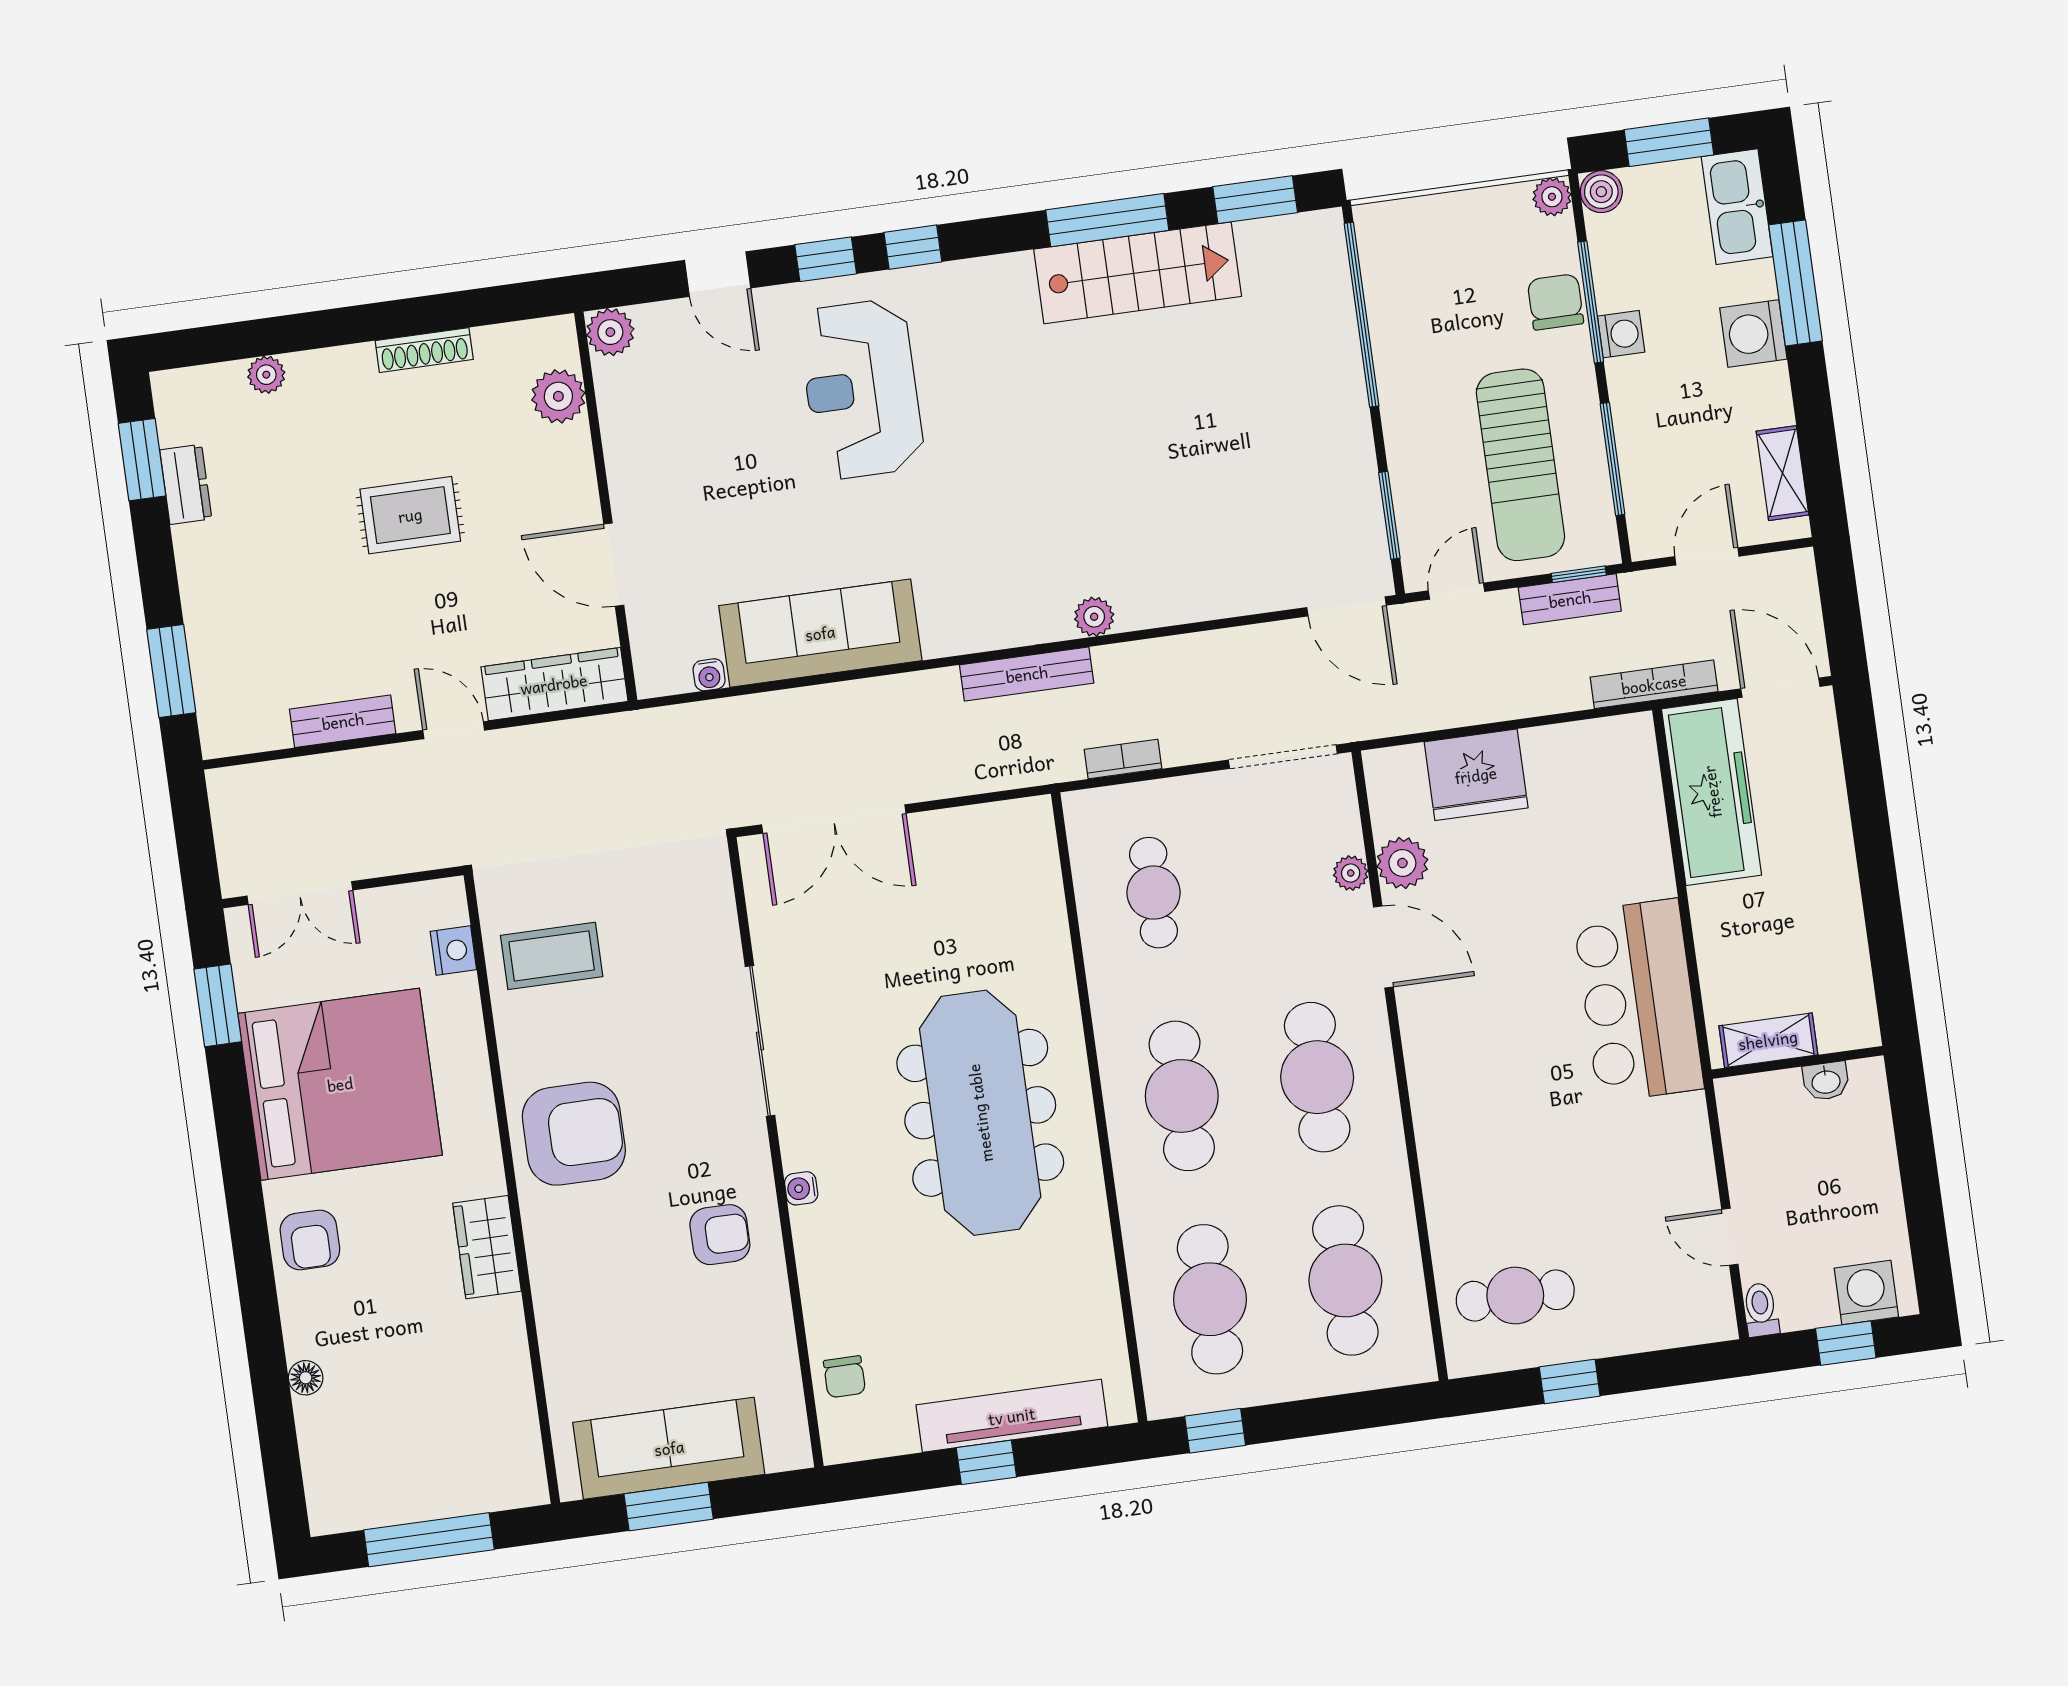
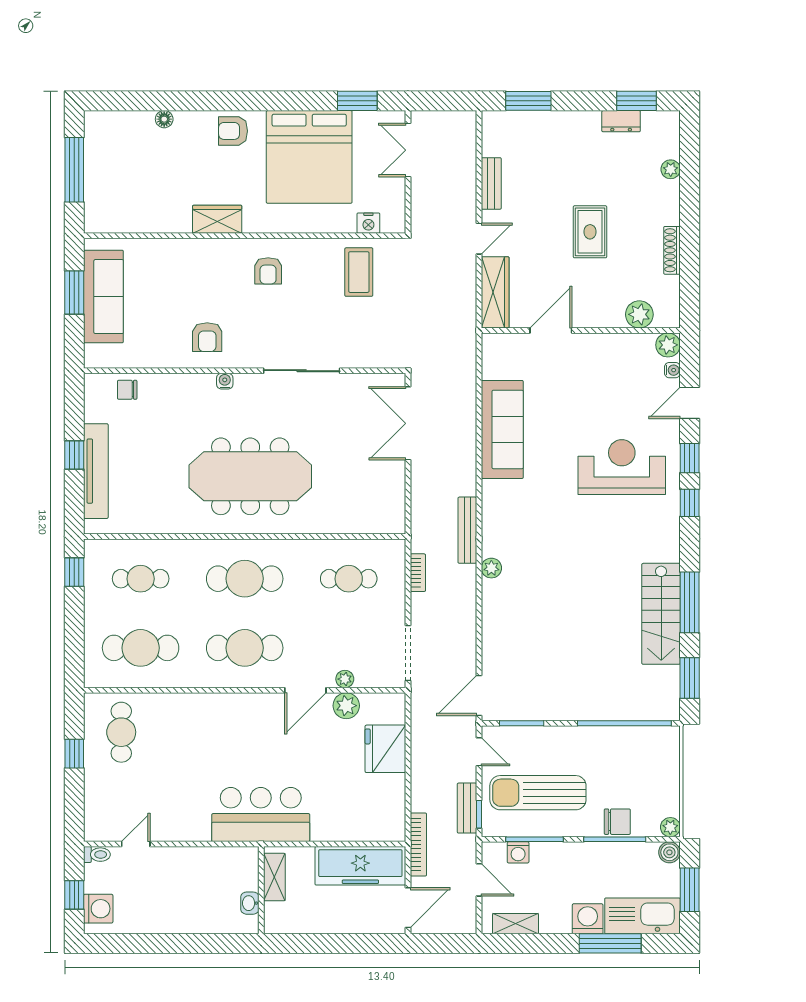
kitchen sink: (1737, 207) -> (642, 916), width x1.36, depth x1.24
washing machine: (1621, 334) -> (518, 852), moved
water cooler: (709, 675) -> (672, 370), moved, turned 180
shelving: (1768, 1040) -> (274, 877), moved
wall: (1798, 1062) -> (261, 890), moved
washbasin: (1826, 1081) -> (250, 903), moved
armchair: (574, 1134) -> (268, 271), width x0.53, depth x0.53
cafe table: (1210, 1299) -> (141, 579), width x0.73, depth x0.74

